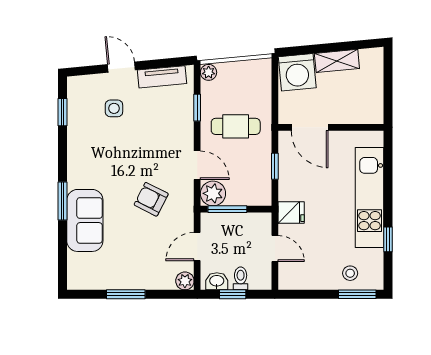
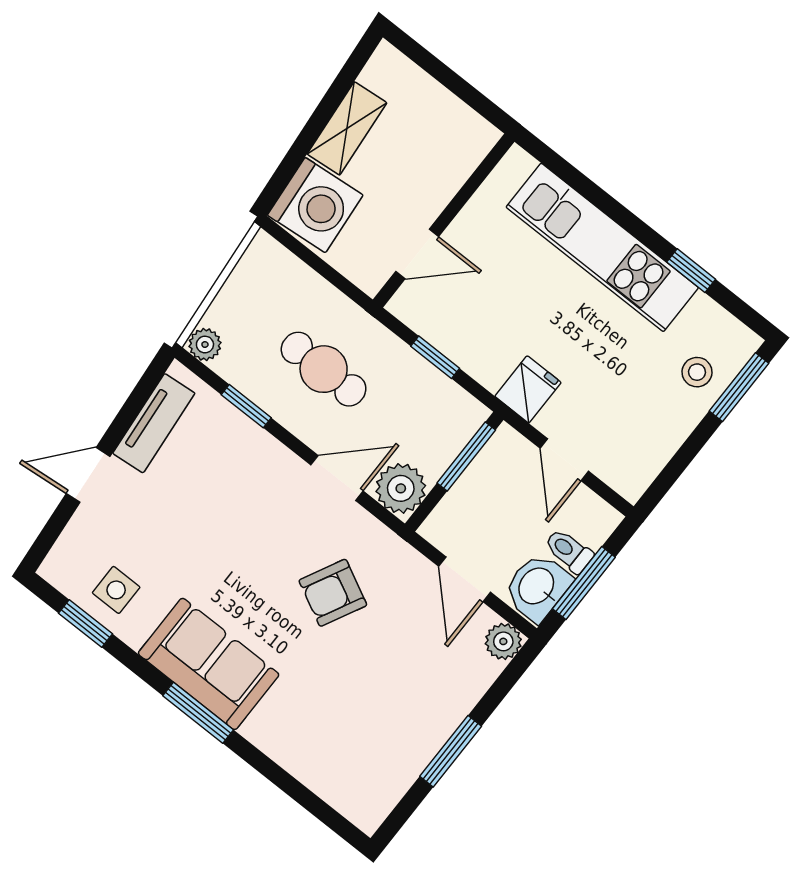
side table: (114, 108) -> (116, 590), moved
cafe table: (236, 126) -> (324, 369), turned 90
door: (310, 127) -> (417, 254), width x0.73
window: (63, 201) -> (198, 713), moved
window: (227, 209) -> (466, 457), moved
sofa: (85, 220) -> (209, 664), moved
door: (275, 248) -> (564, 460), swing flipped
washbasin: (217, 281) -> (537, 587), width x1.38, depth x1.45
window: (233, 294) -> (584, 583), width x1.50

